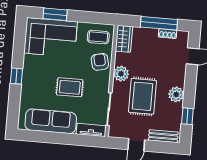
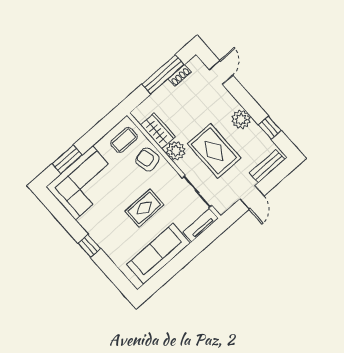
wardrobe: (124, 39) -> (158, 131), moved

